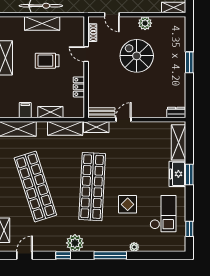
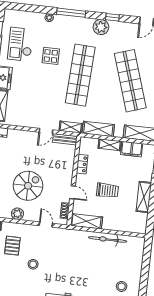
shelving: (42, 23) -> (86, 221), moved
spiral stairs: (137, 56) -> (28, 186), turned -90
filing cabinet: (25, 110) -> (132, 149), width x2.00

